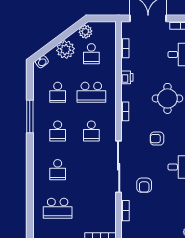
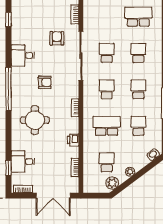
plant: (65, 50) -> (130, 172), width x0.53, depth x0.53
school desk: (91, 170) -> (107, 53), added

